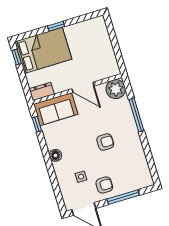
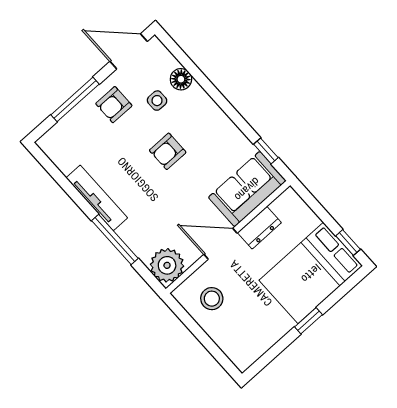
stool: (101, 61) -> (212, 299), added
dresser: (42, 91) -> (259, 228), moved
tv unit: (136, 141) -> (97, 198), added
armchair: (105, 142) -> (168, 151), moved
floor lamp: (55, 155) -> (181, 79), moved

